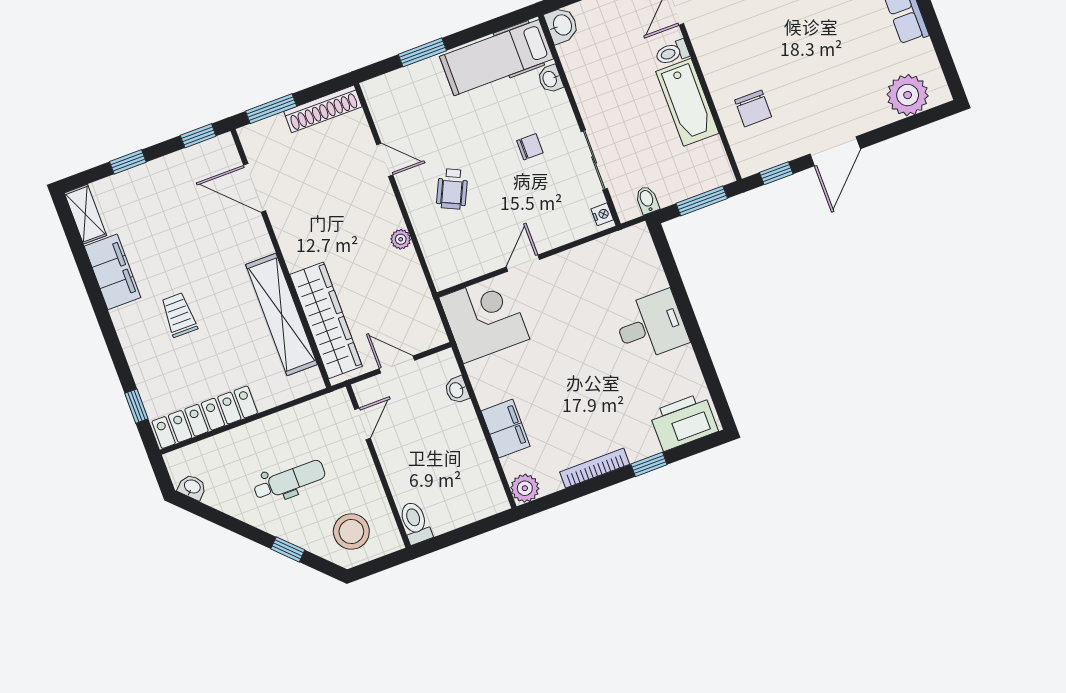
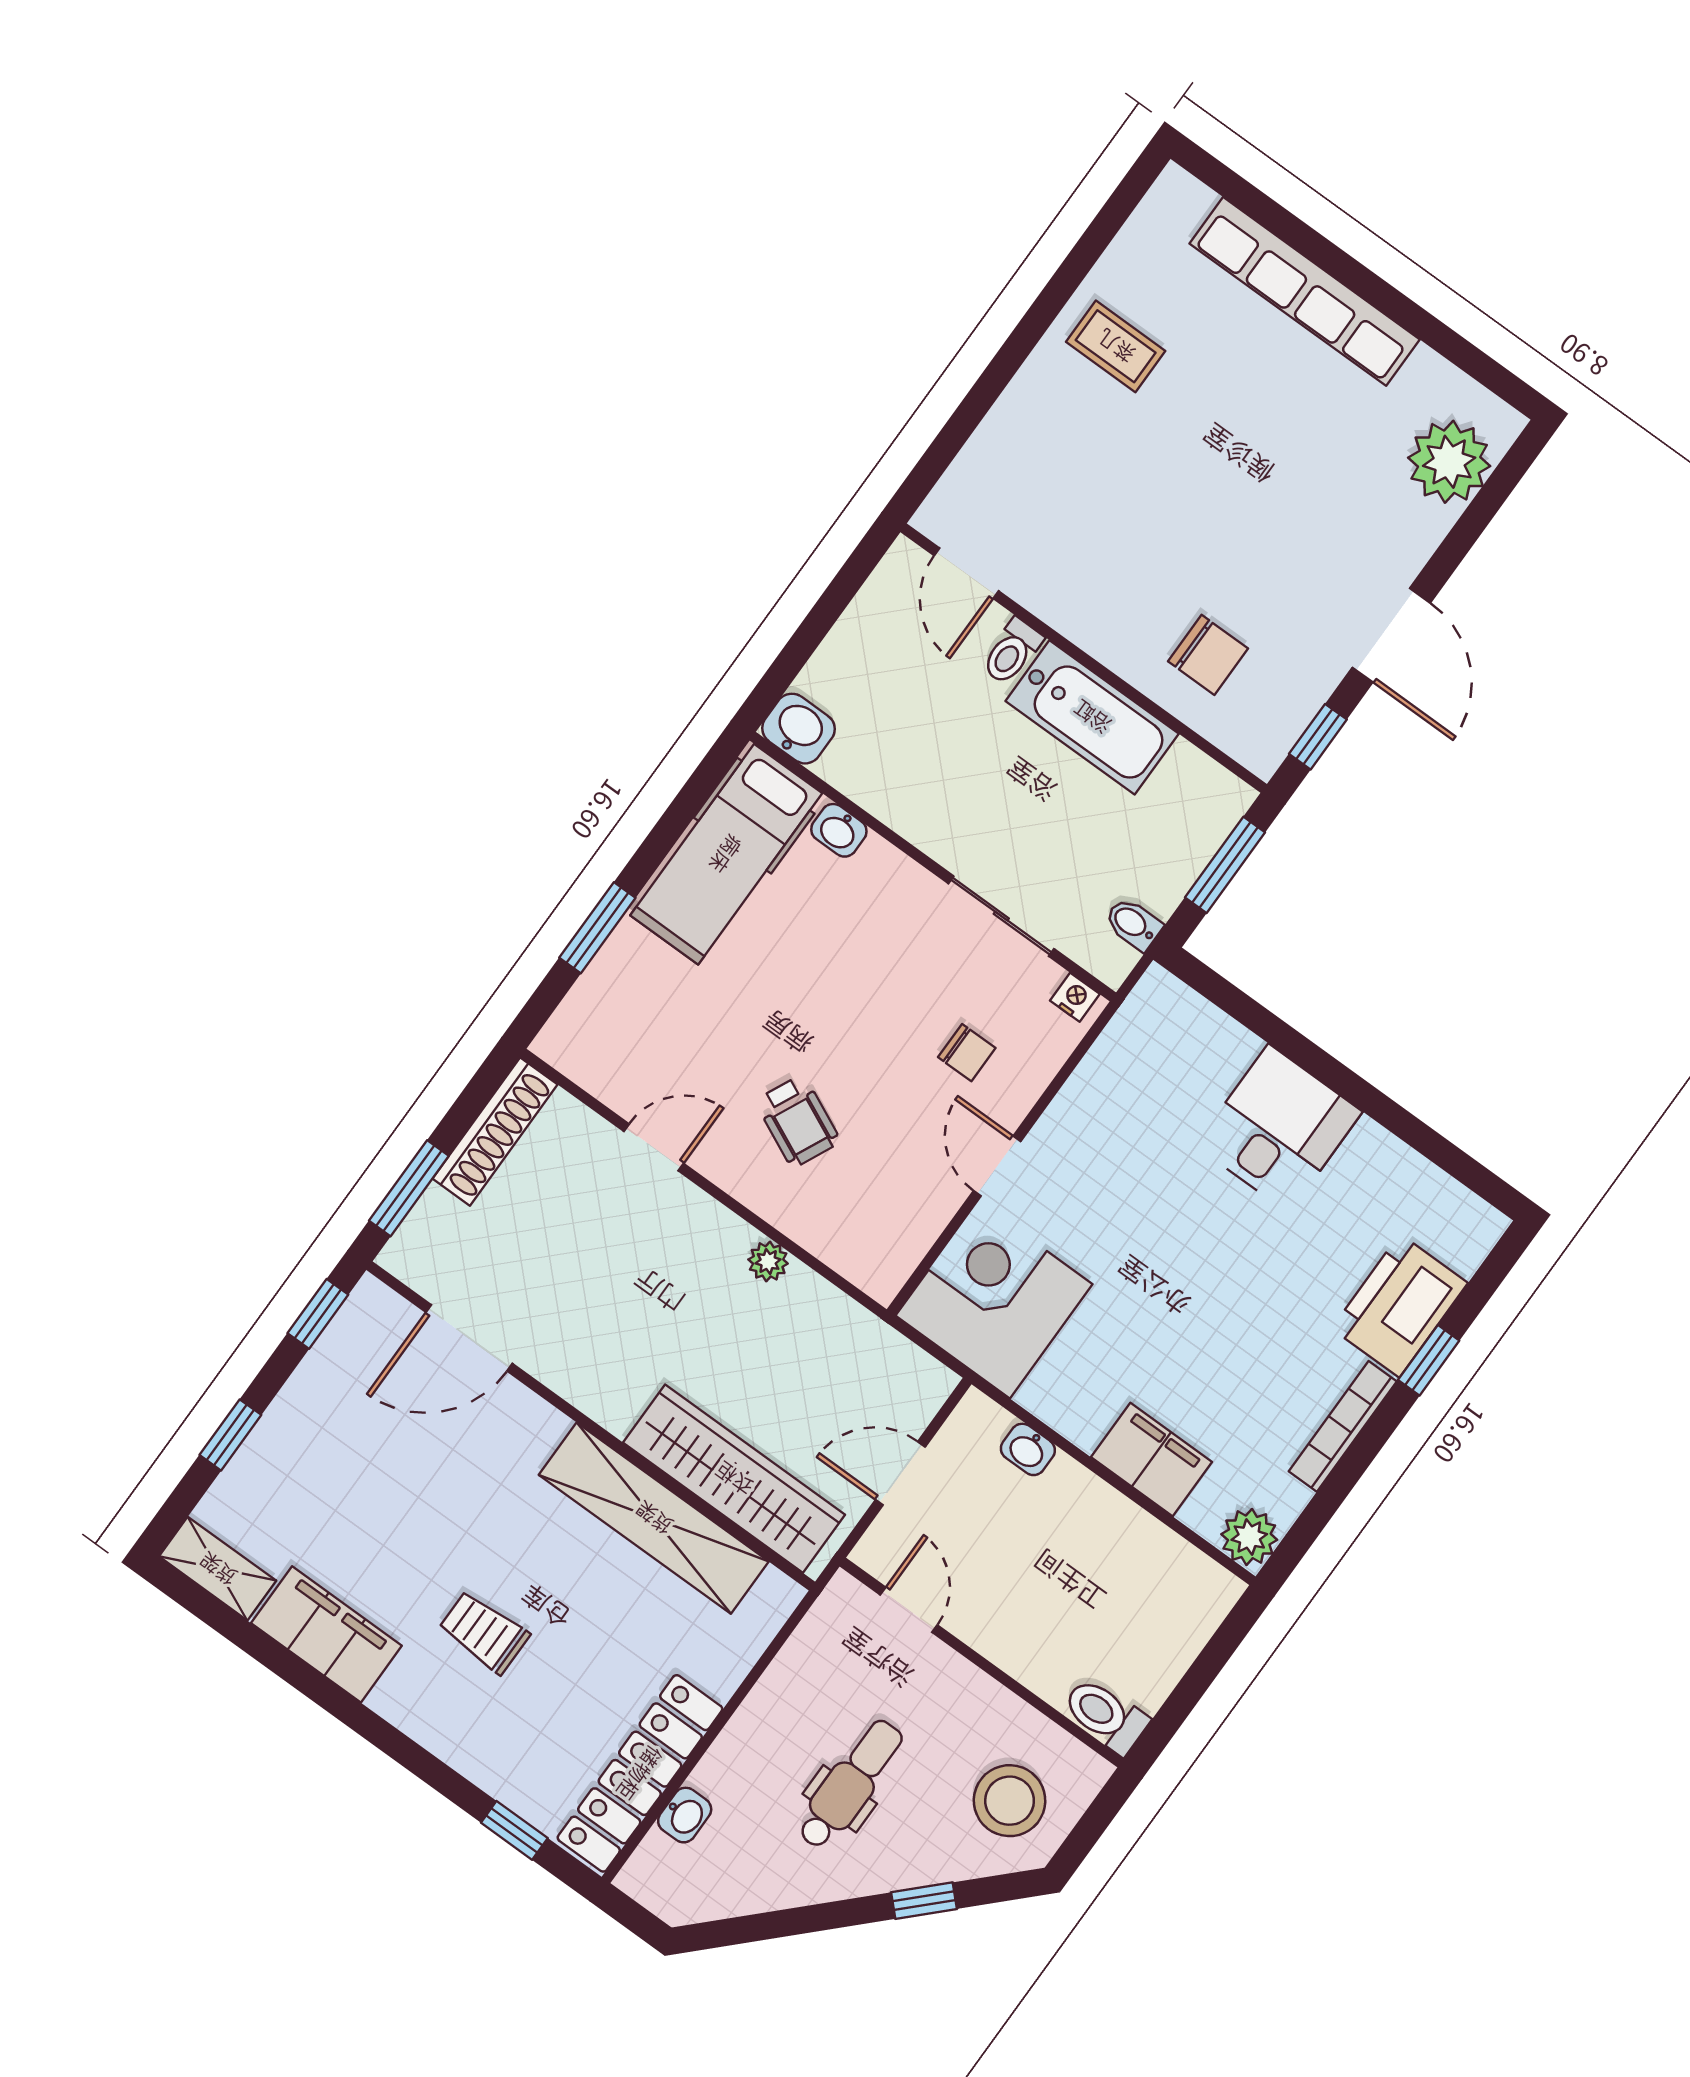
chair: (530, 147) -> (967, 1053), moved, turned 90
printer: (684, 422) -> (1400, 1306), moved
washbasin: (192, 487) -> (685, 1815), moved, turned 135

